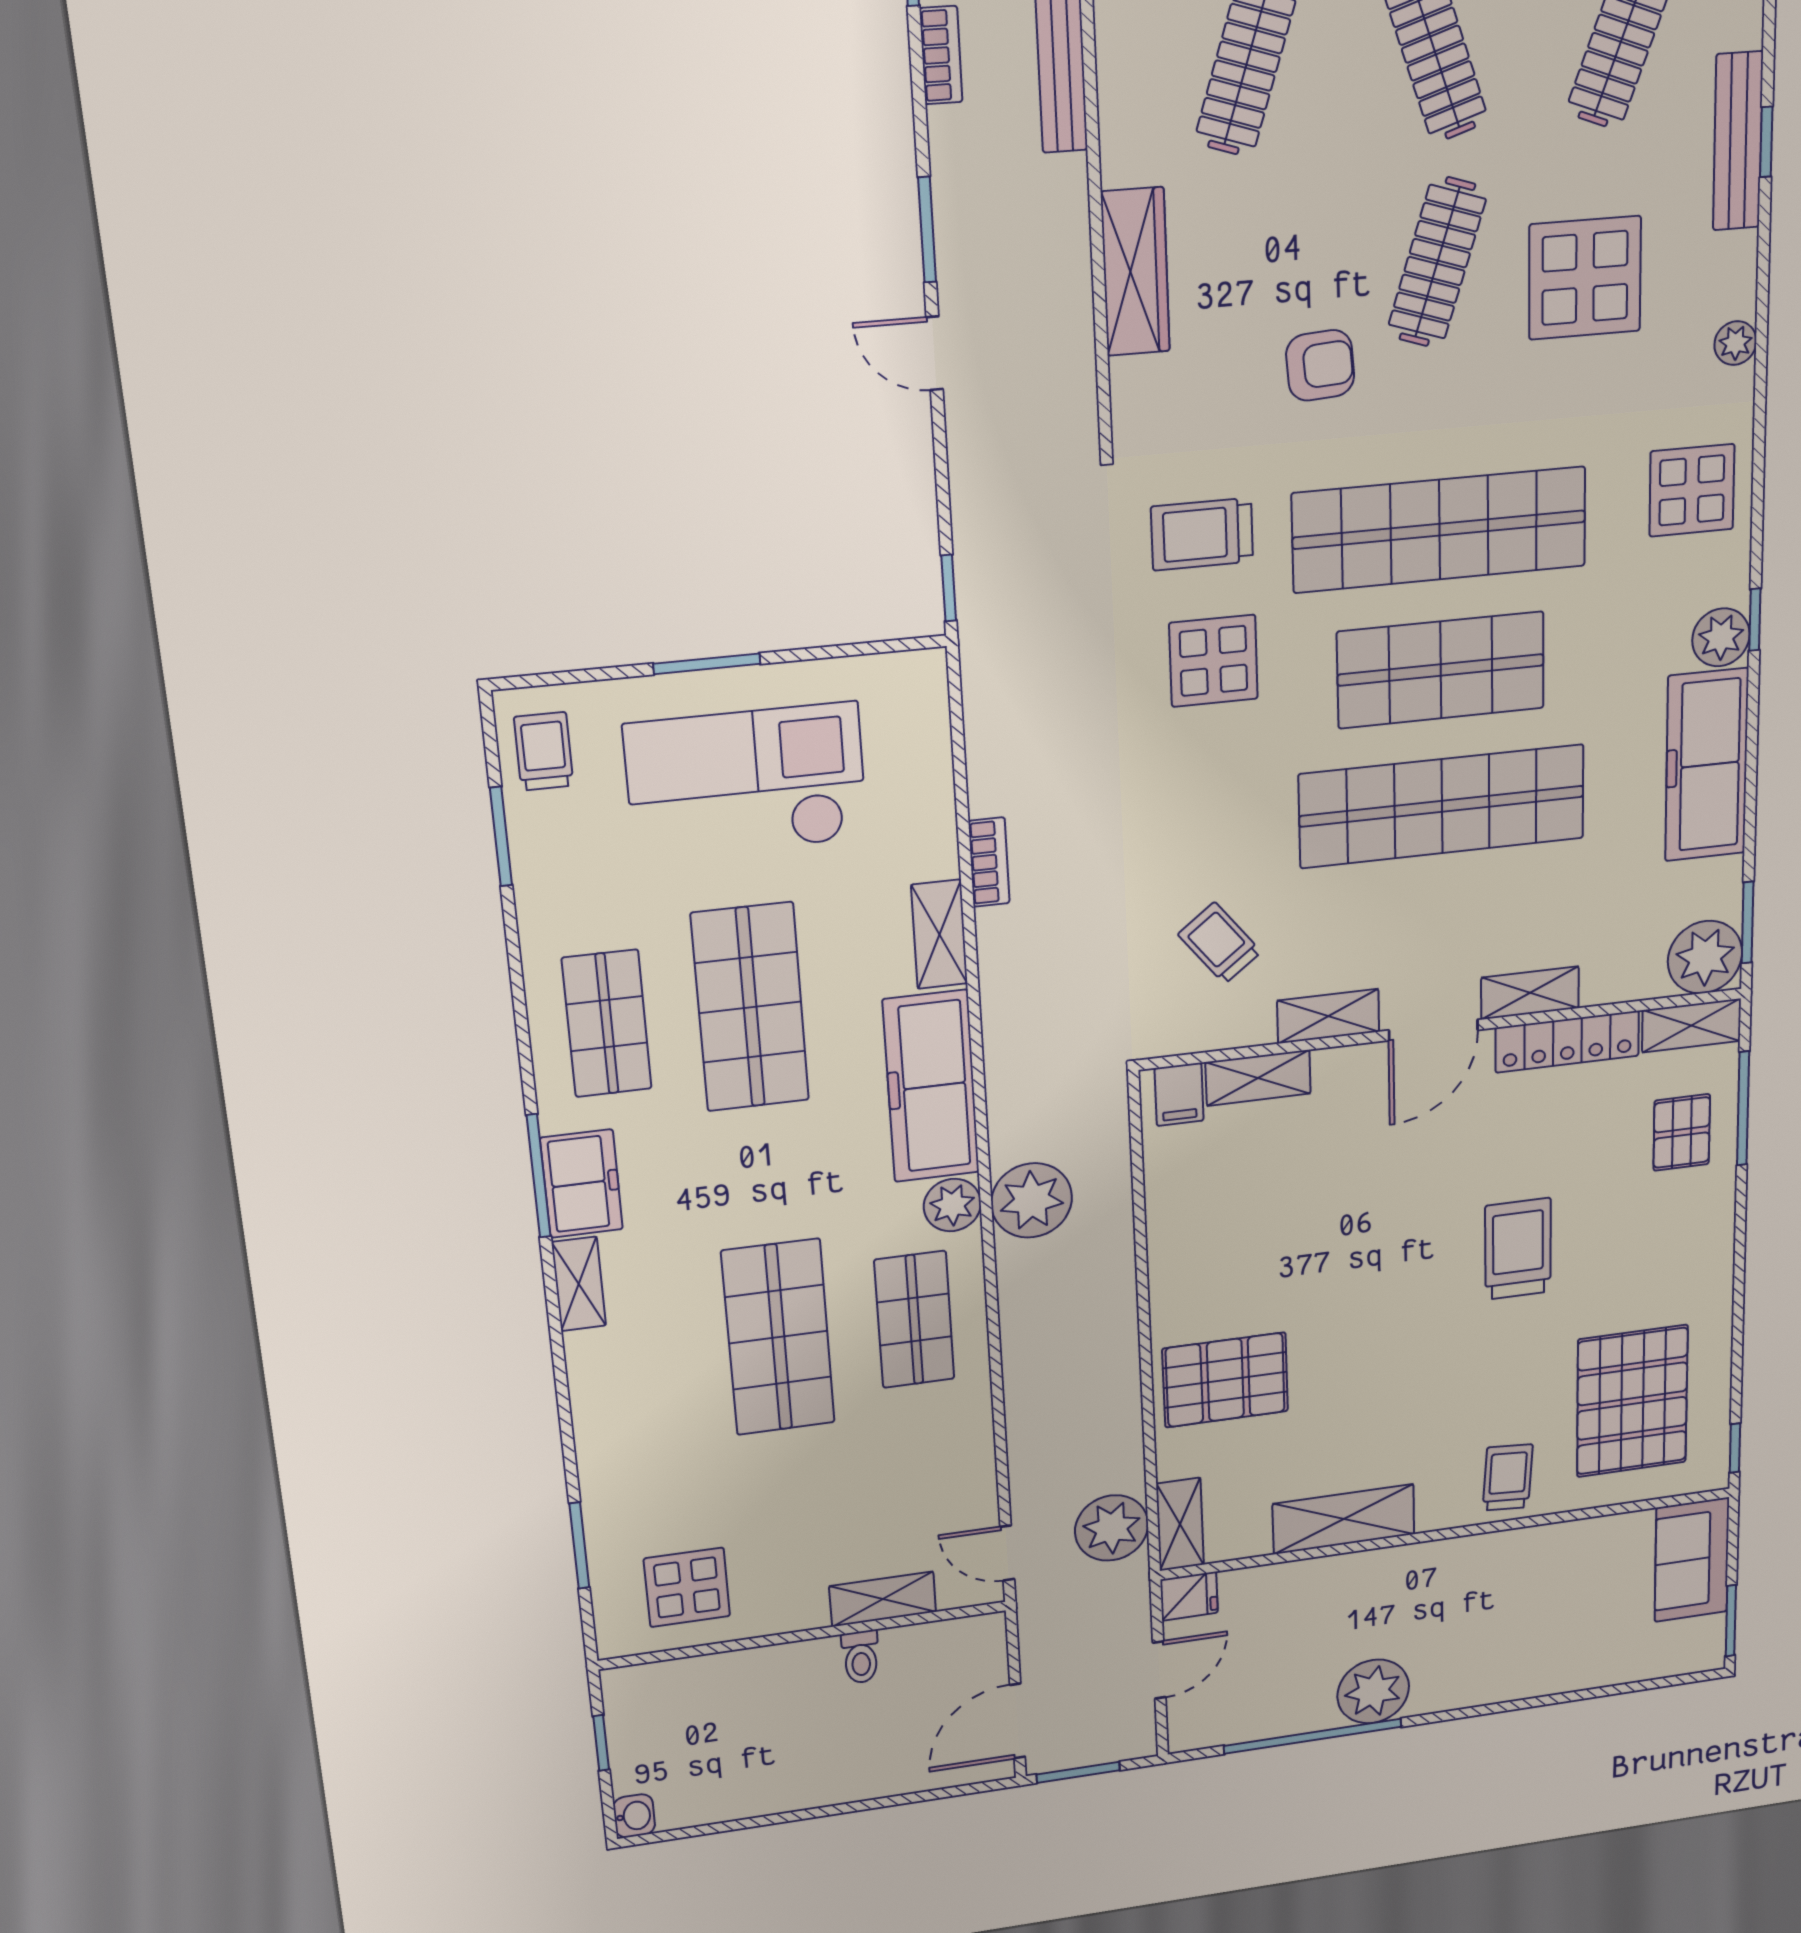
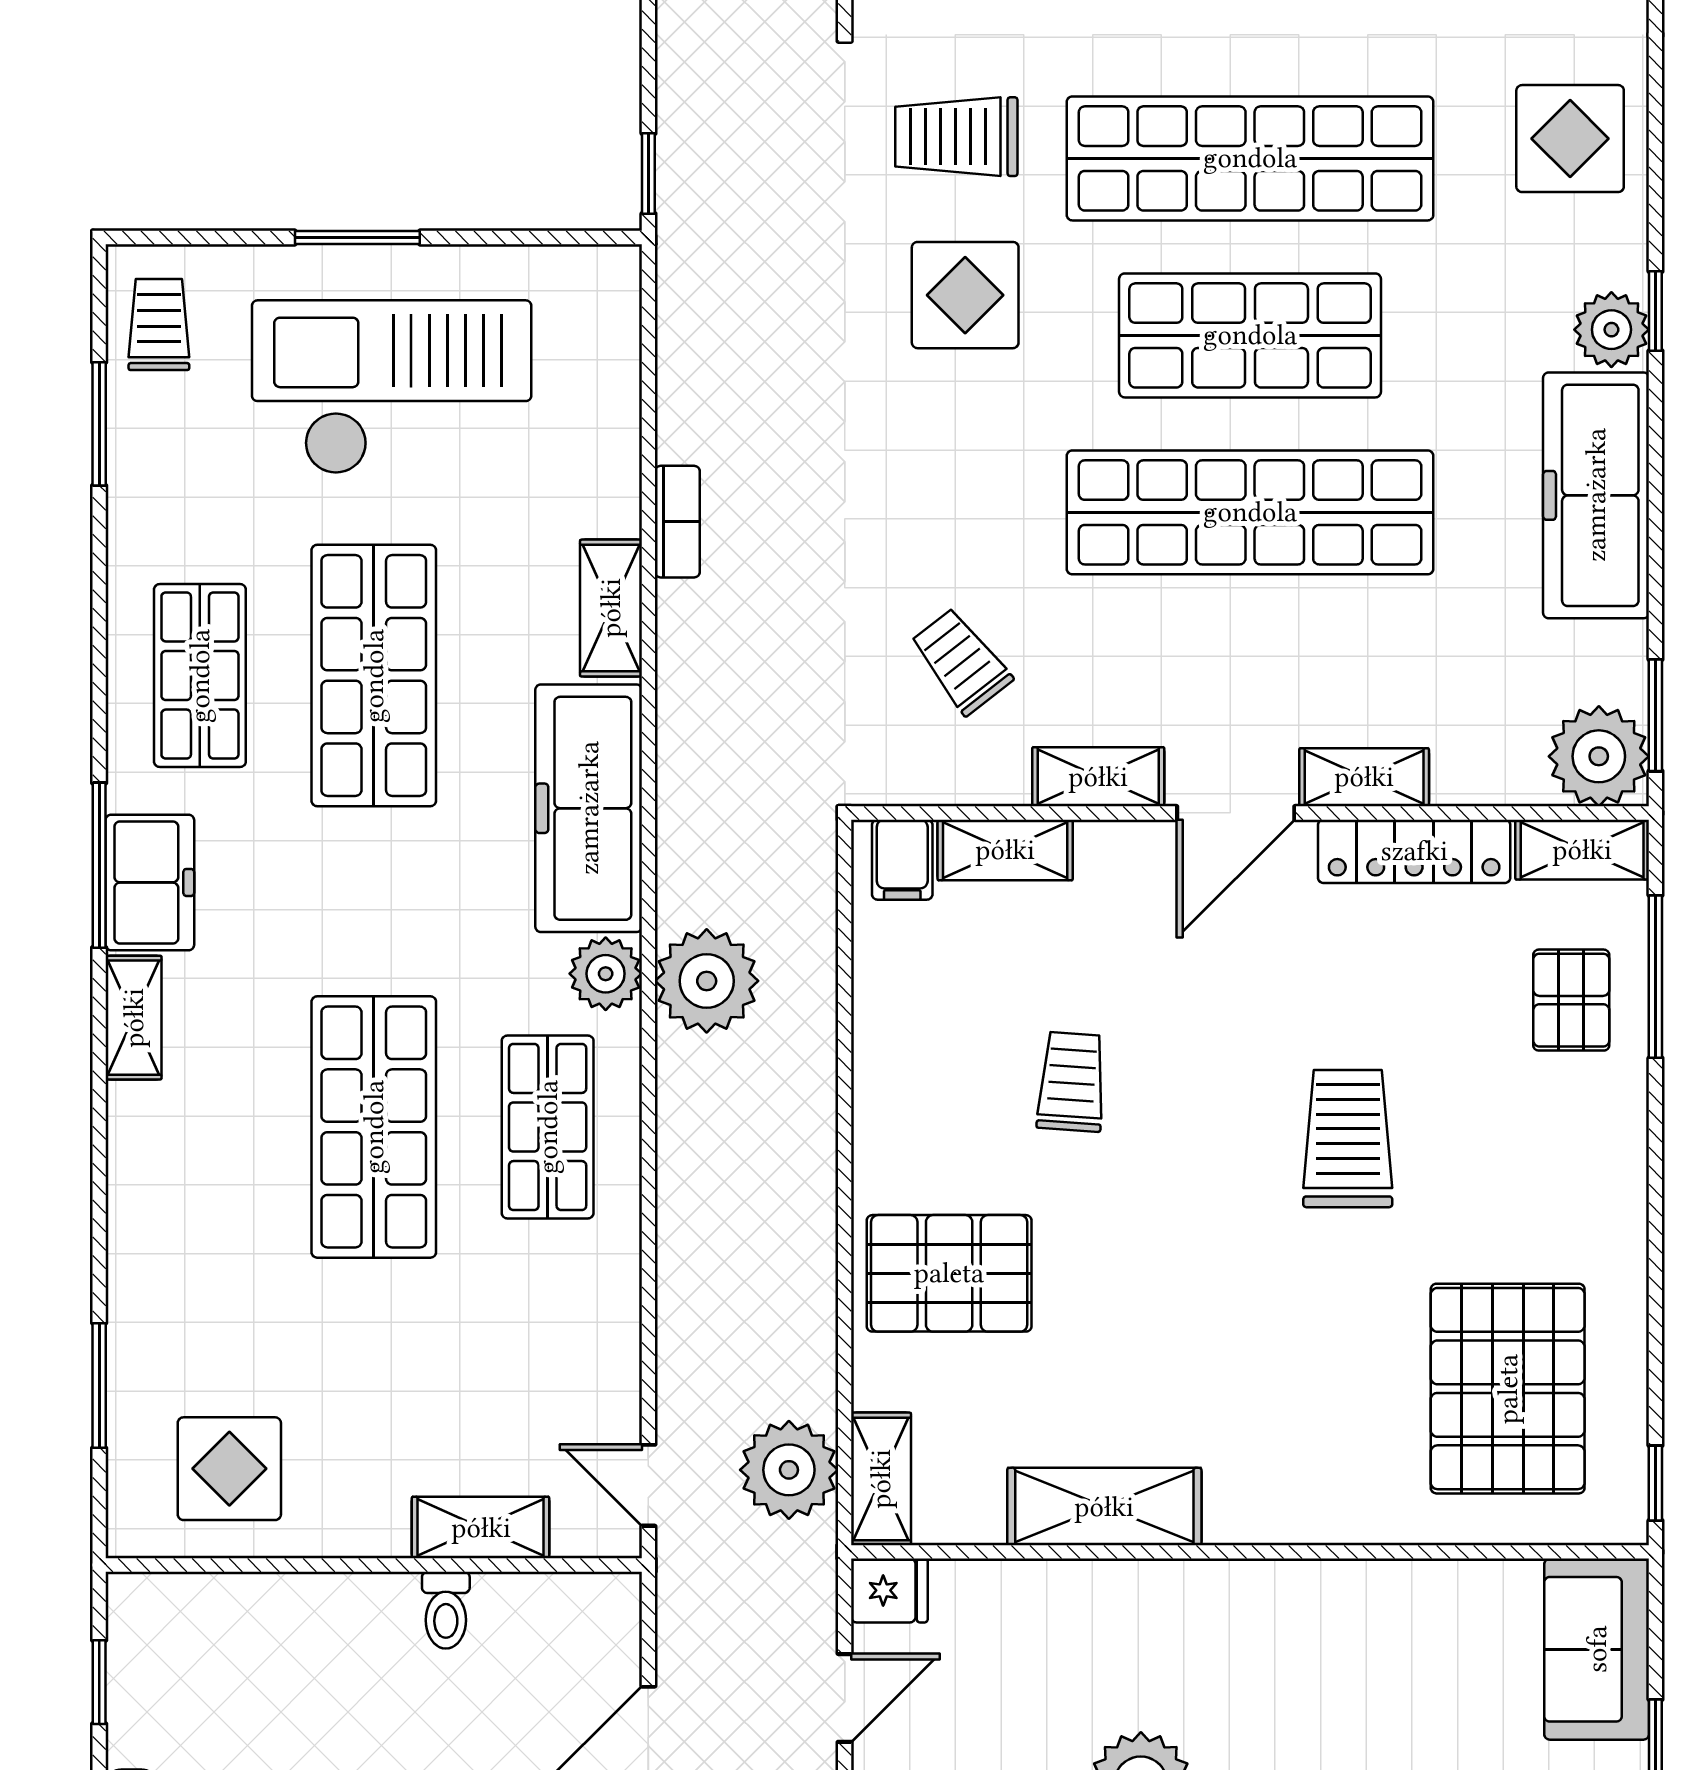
trolley: (1508, 1477) -> (1072, 1082), moved

